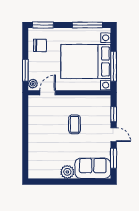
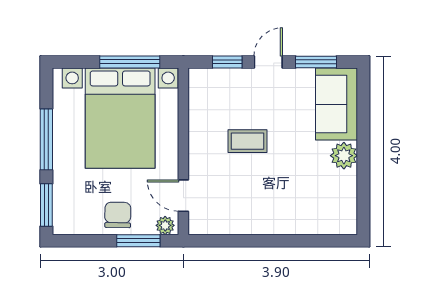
window: (87, 25) -> (46, 139), moved
chair: (40, 45) -> (118, 215), moved

